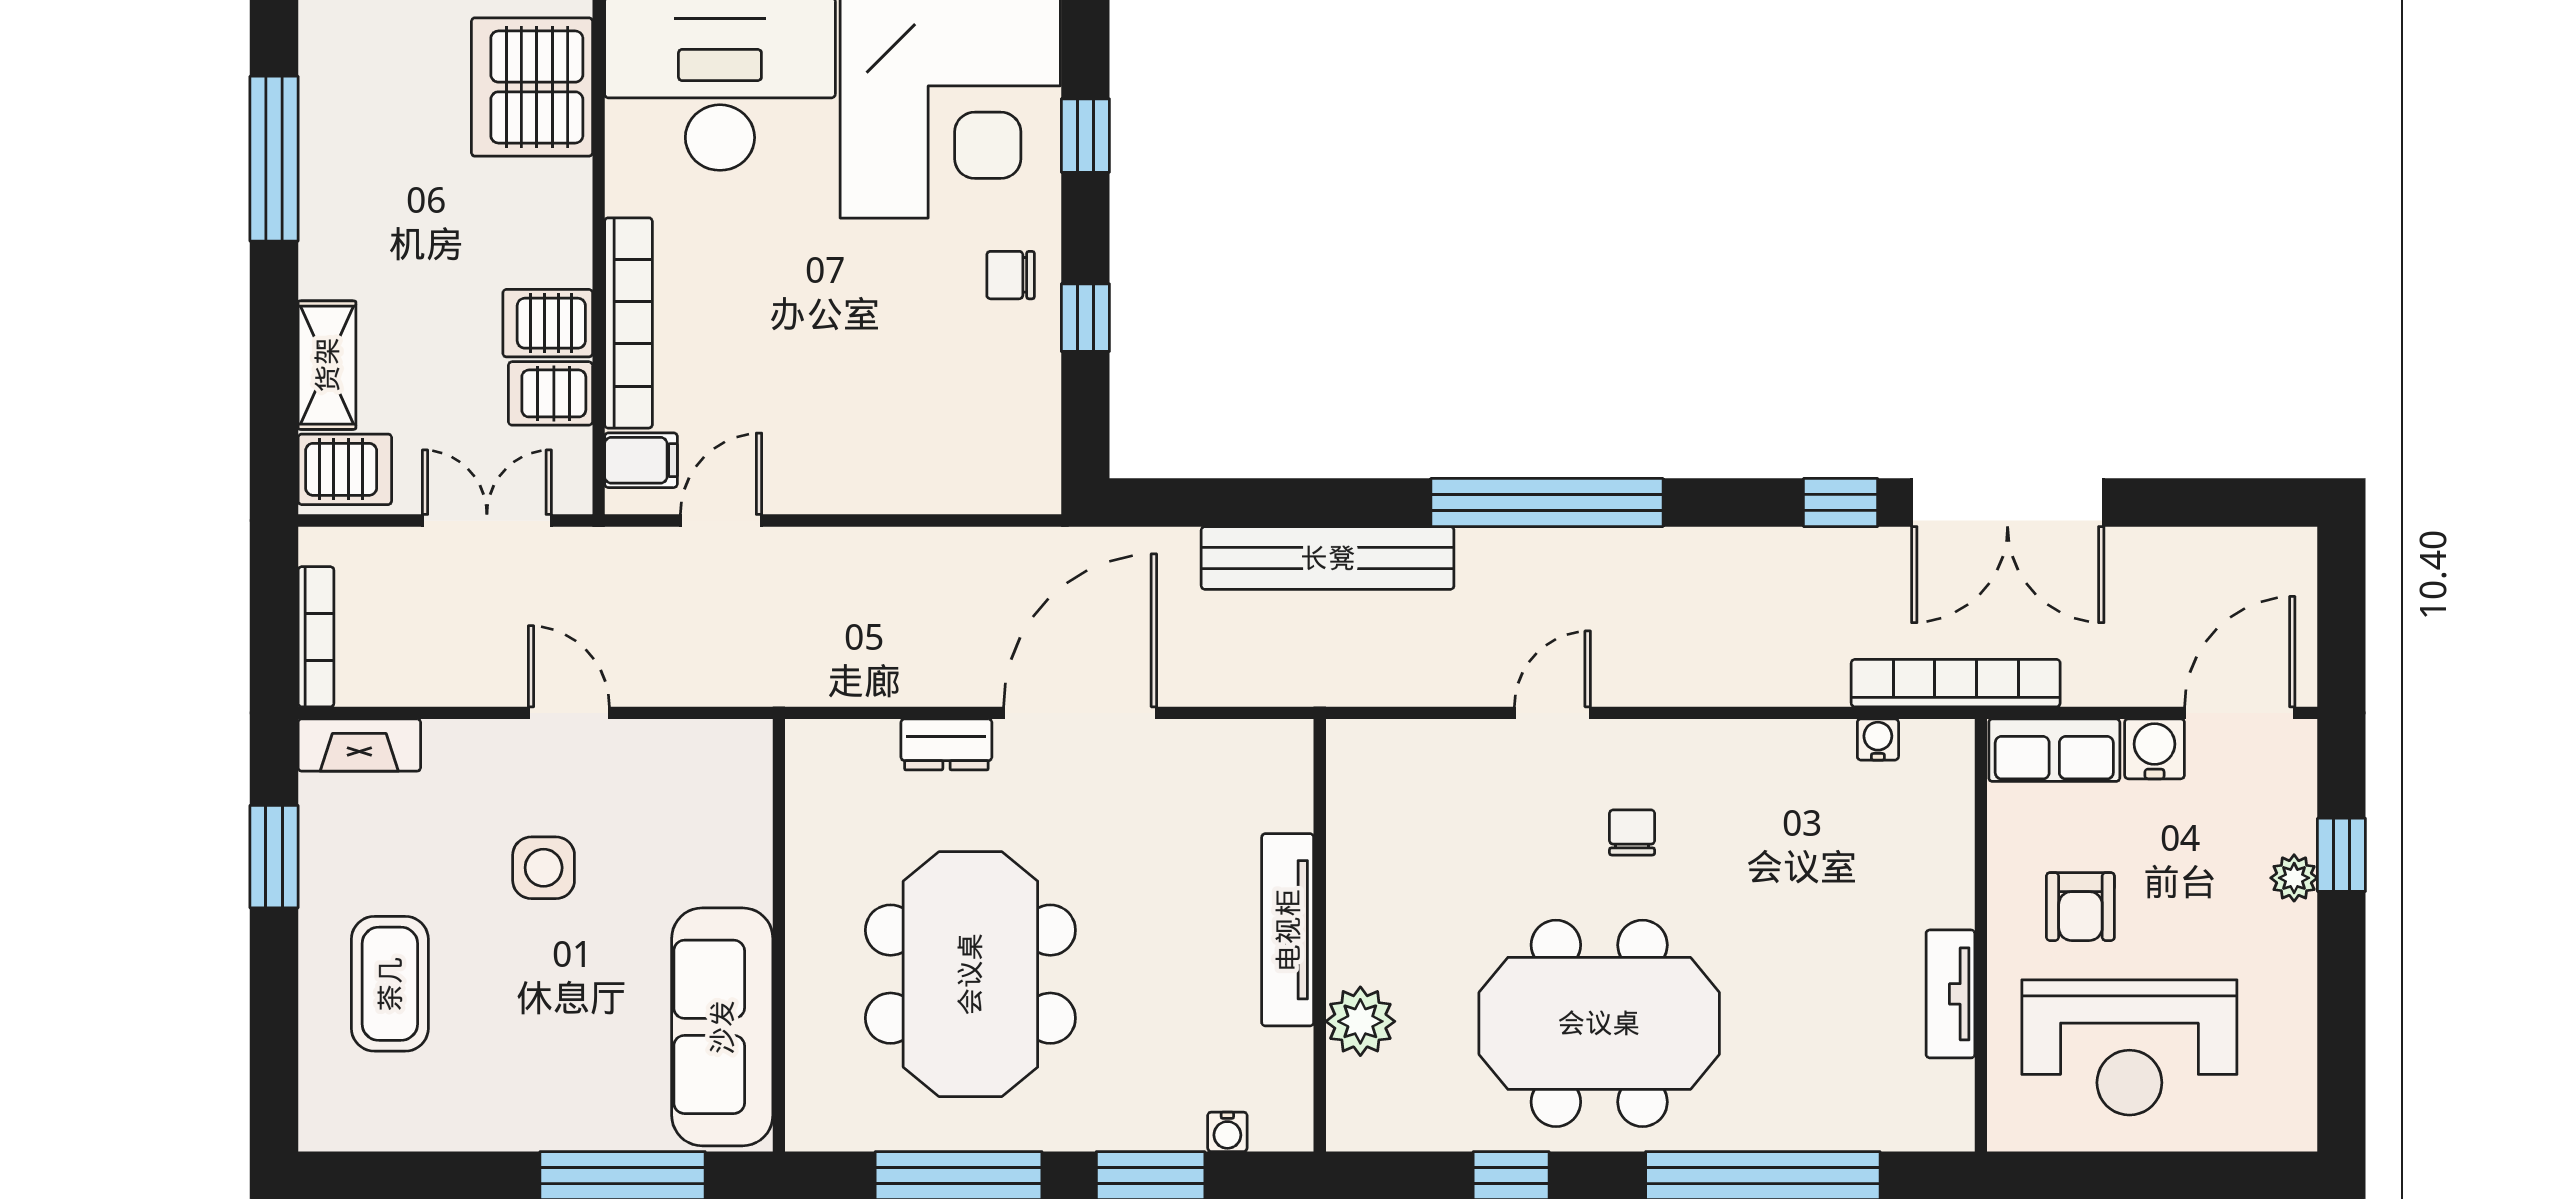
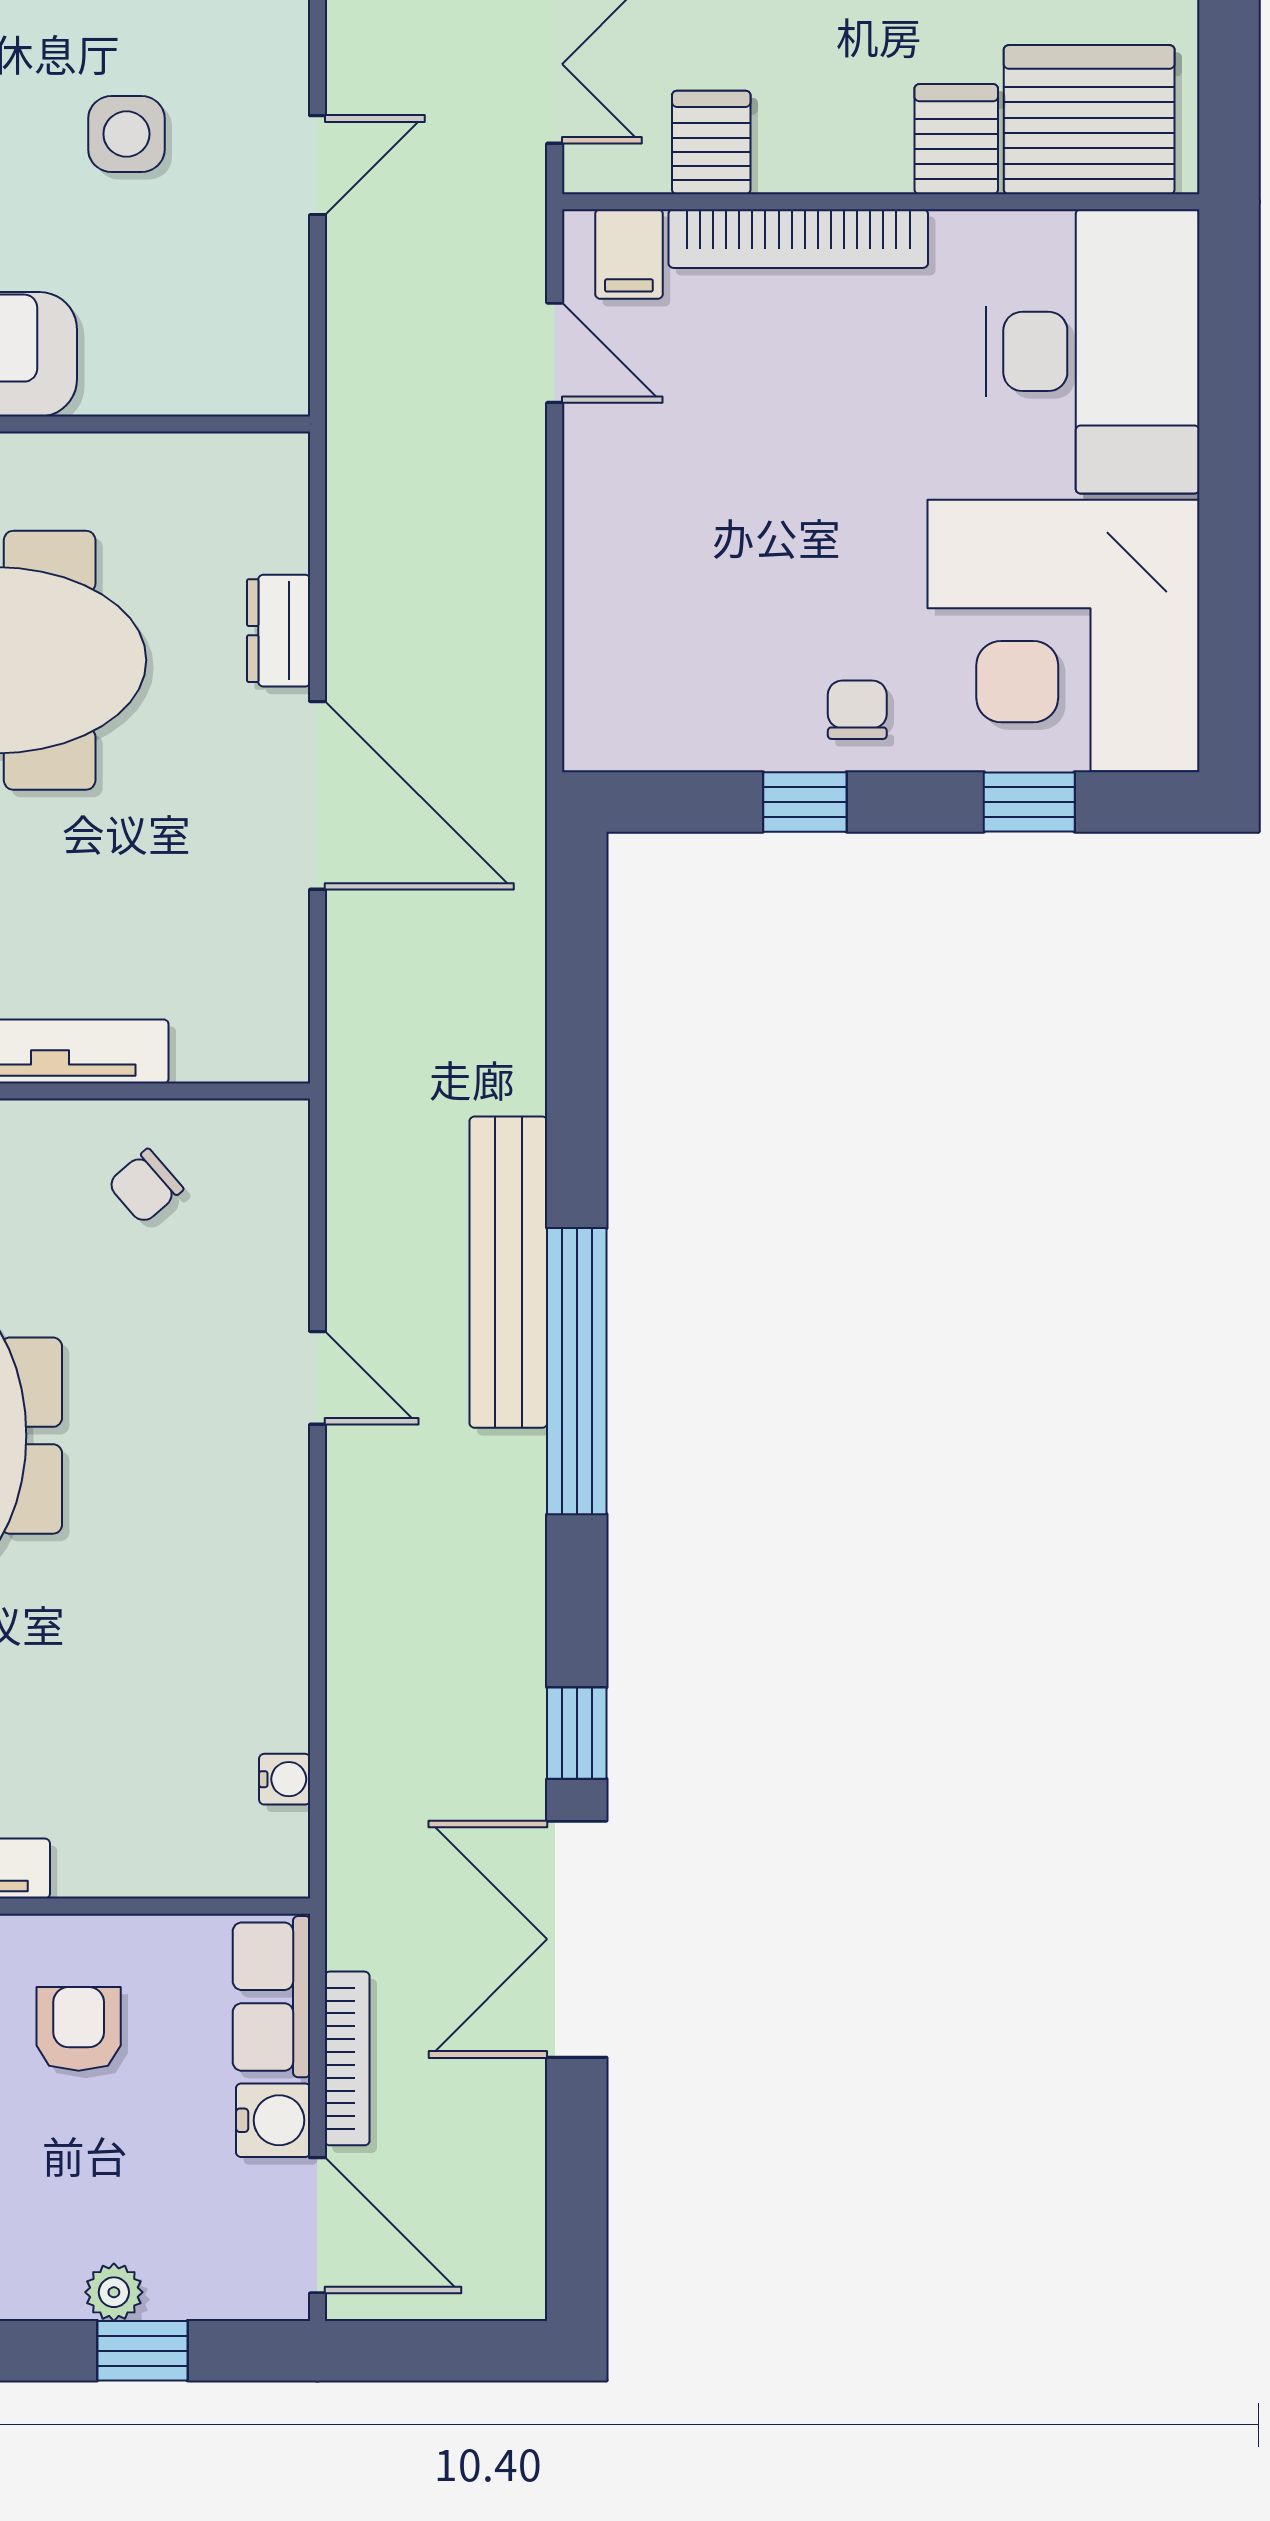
server rack: (548, 323) -> (956, 139), moved
bench: (1328, 558) -> (508, 1272), moved
bookcase: (1956, 683) -> (347, 2058), moved, width x0.68, depth x0.76
chair: (1632, 832) -> (145, 1186), moved, turned 139
armchair: (2080, 907) -> (79, 2029), turned 90

